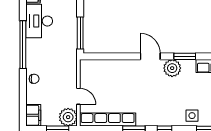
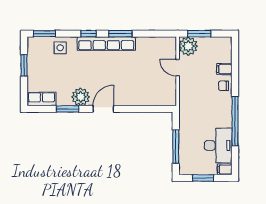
window: (80, 33) -> (176, 147), moved
door: (150, 56) -> (103, 109), swing flipped
filing cabinet: (33, 115) -> (224, 69), moved, width x0.50
row of seats: (108, 120) -> (106, 44), moved

